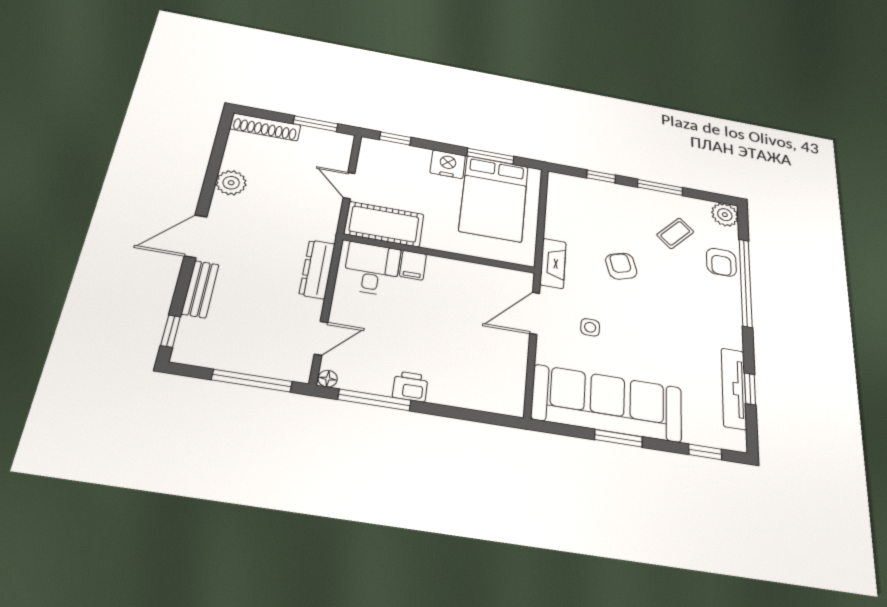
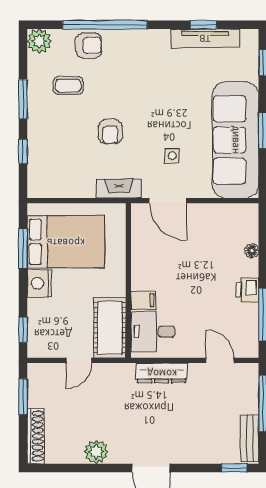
coffee table: (675, 233) -> (68, 86), turned -43
armchair: (621, 266) -> (110, 132), turned -73
bench: (200, 289) -> (250, 438), moved, turned 90
floor lamp: (328, 379) -> (252, 251), moved

